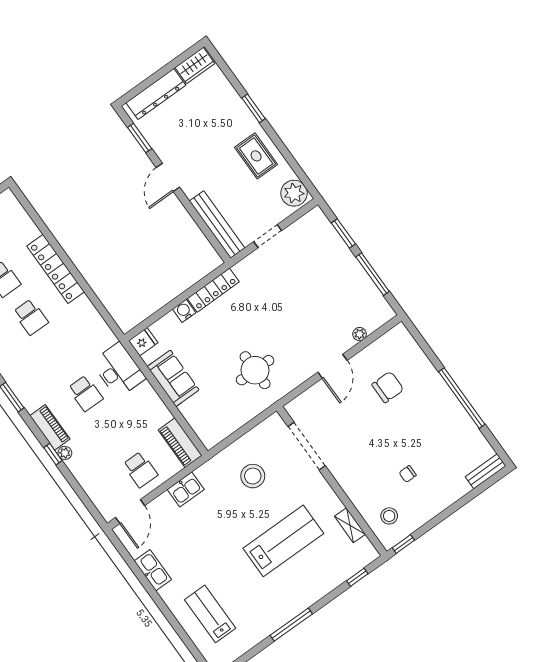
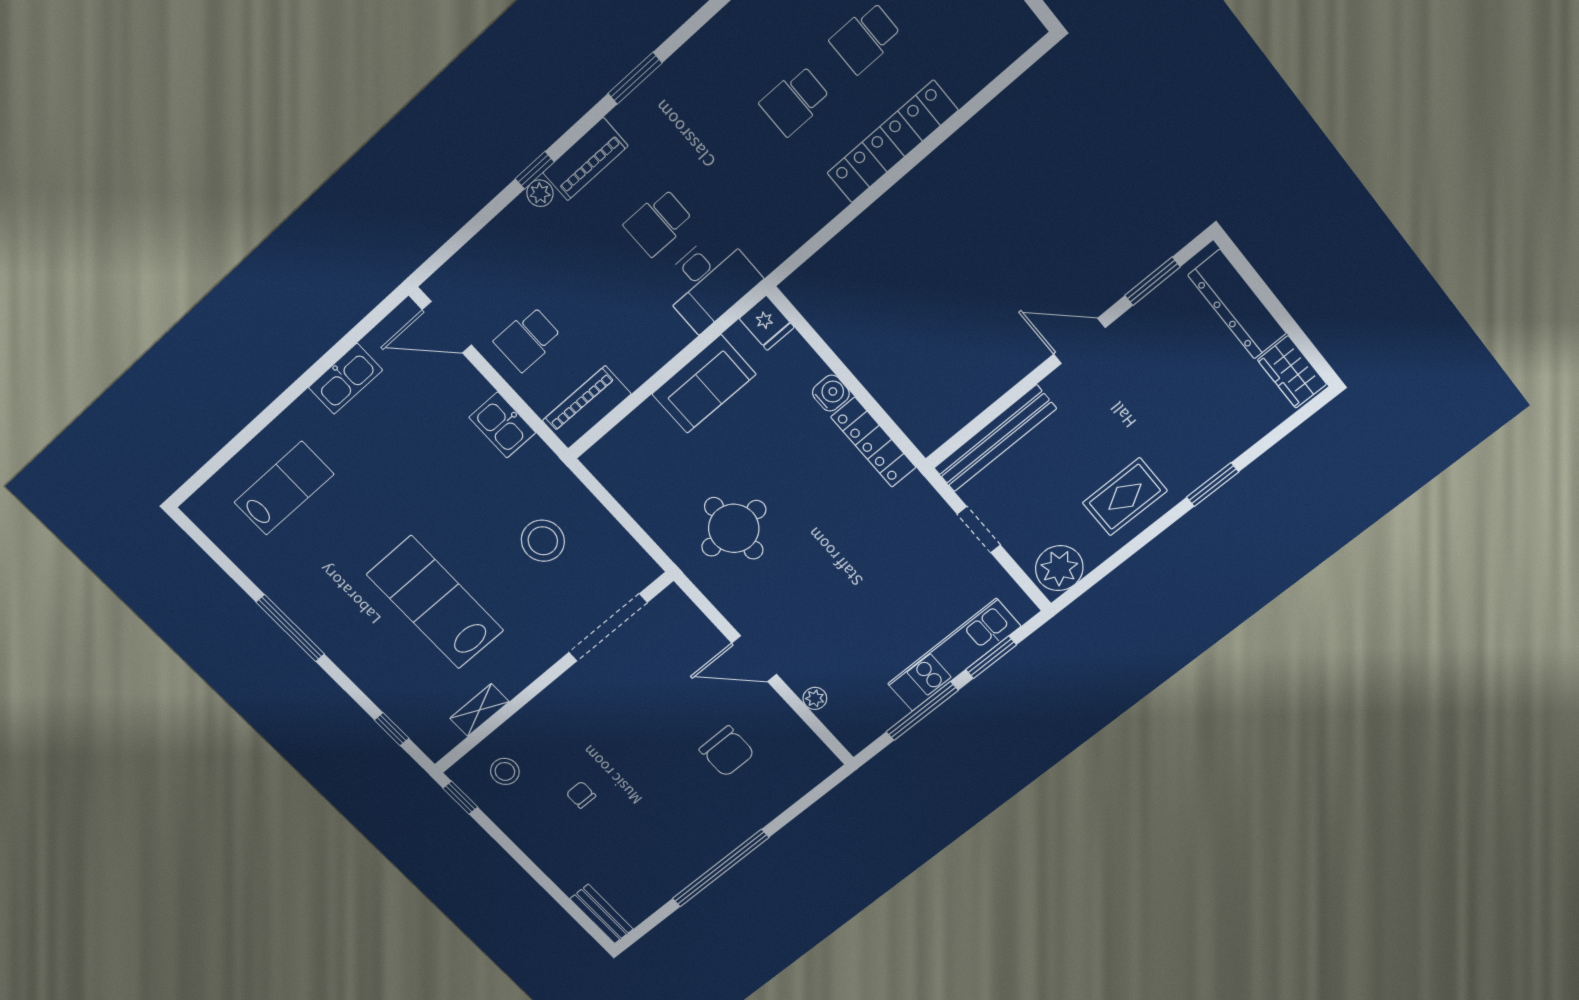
kitchen unit: (340, 254) -> (954, 655), added
lab bench: (283, 541) -> (435, 603), turned 180

